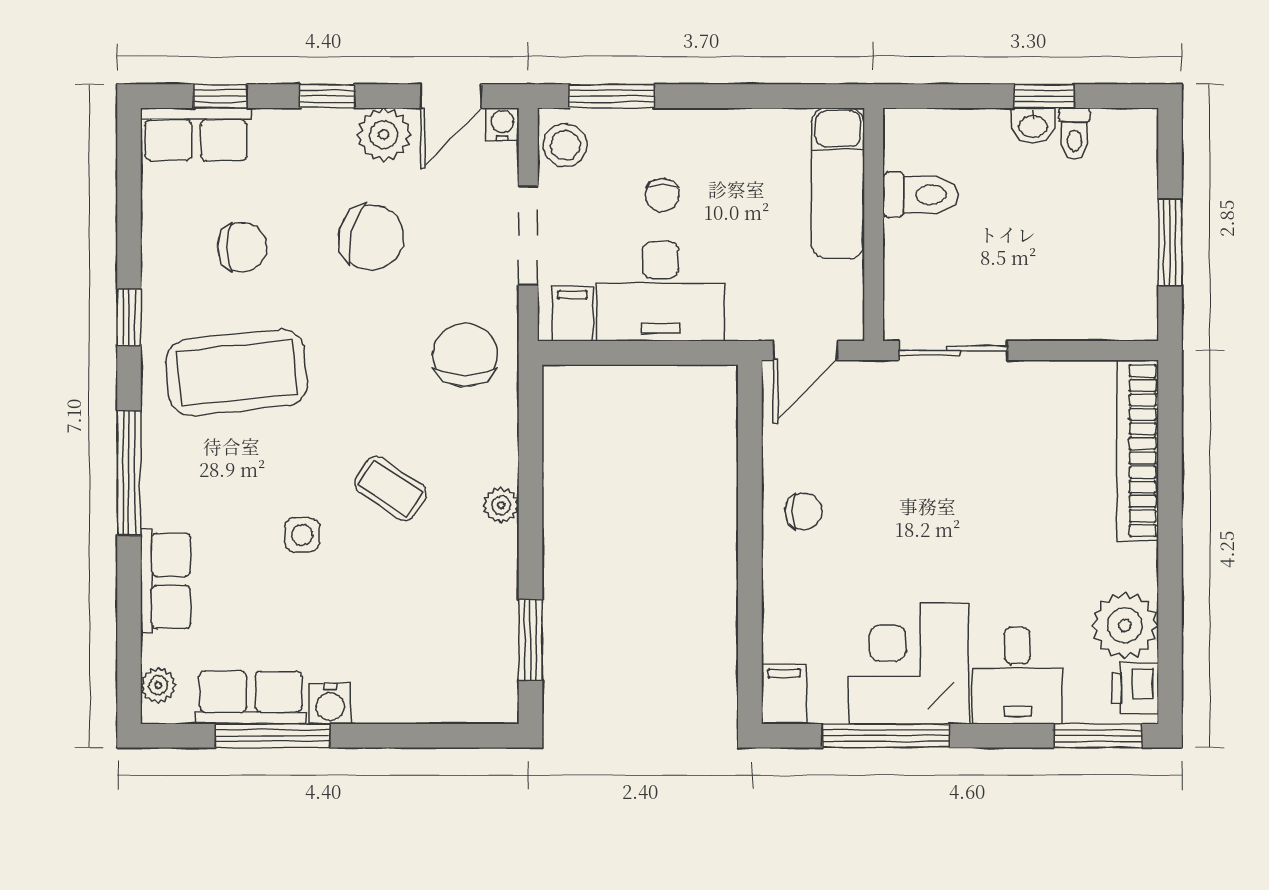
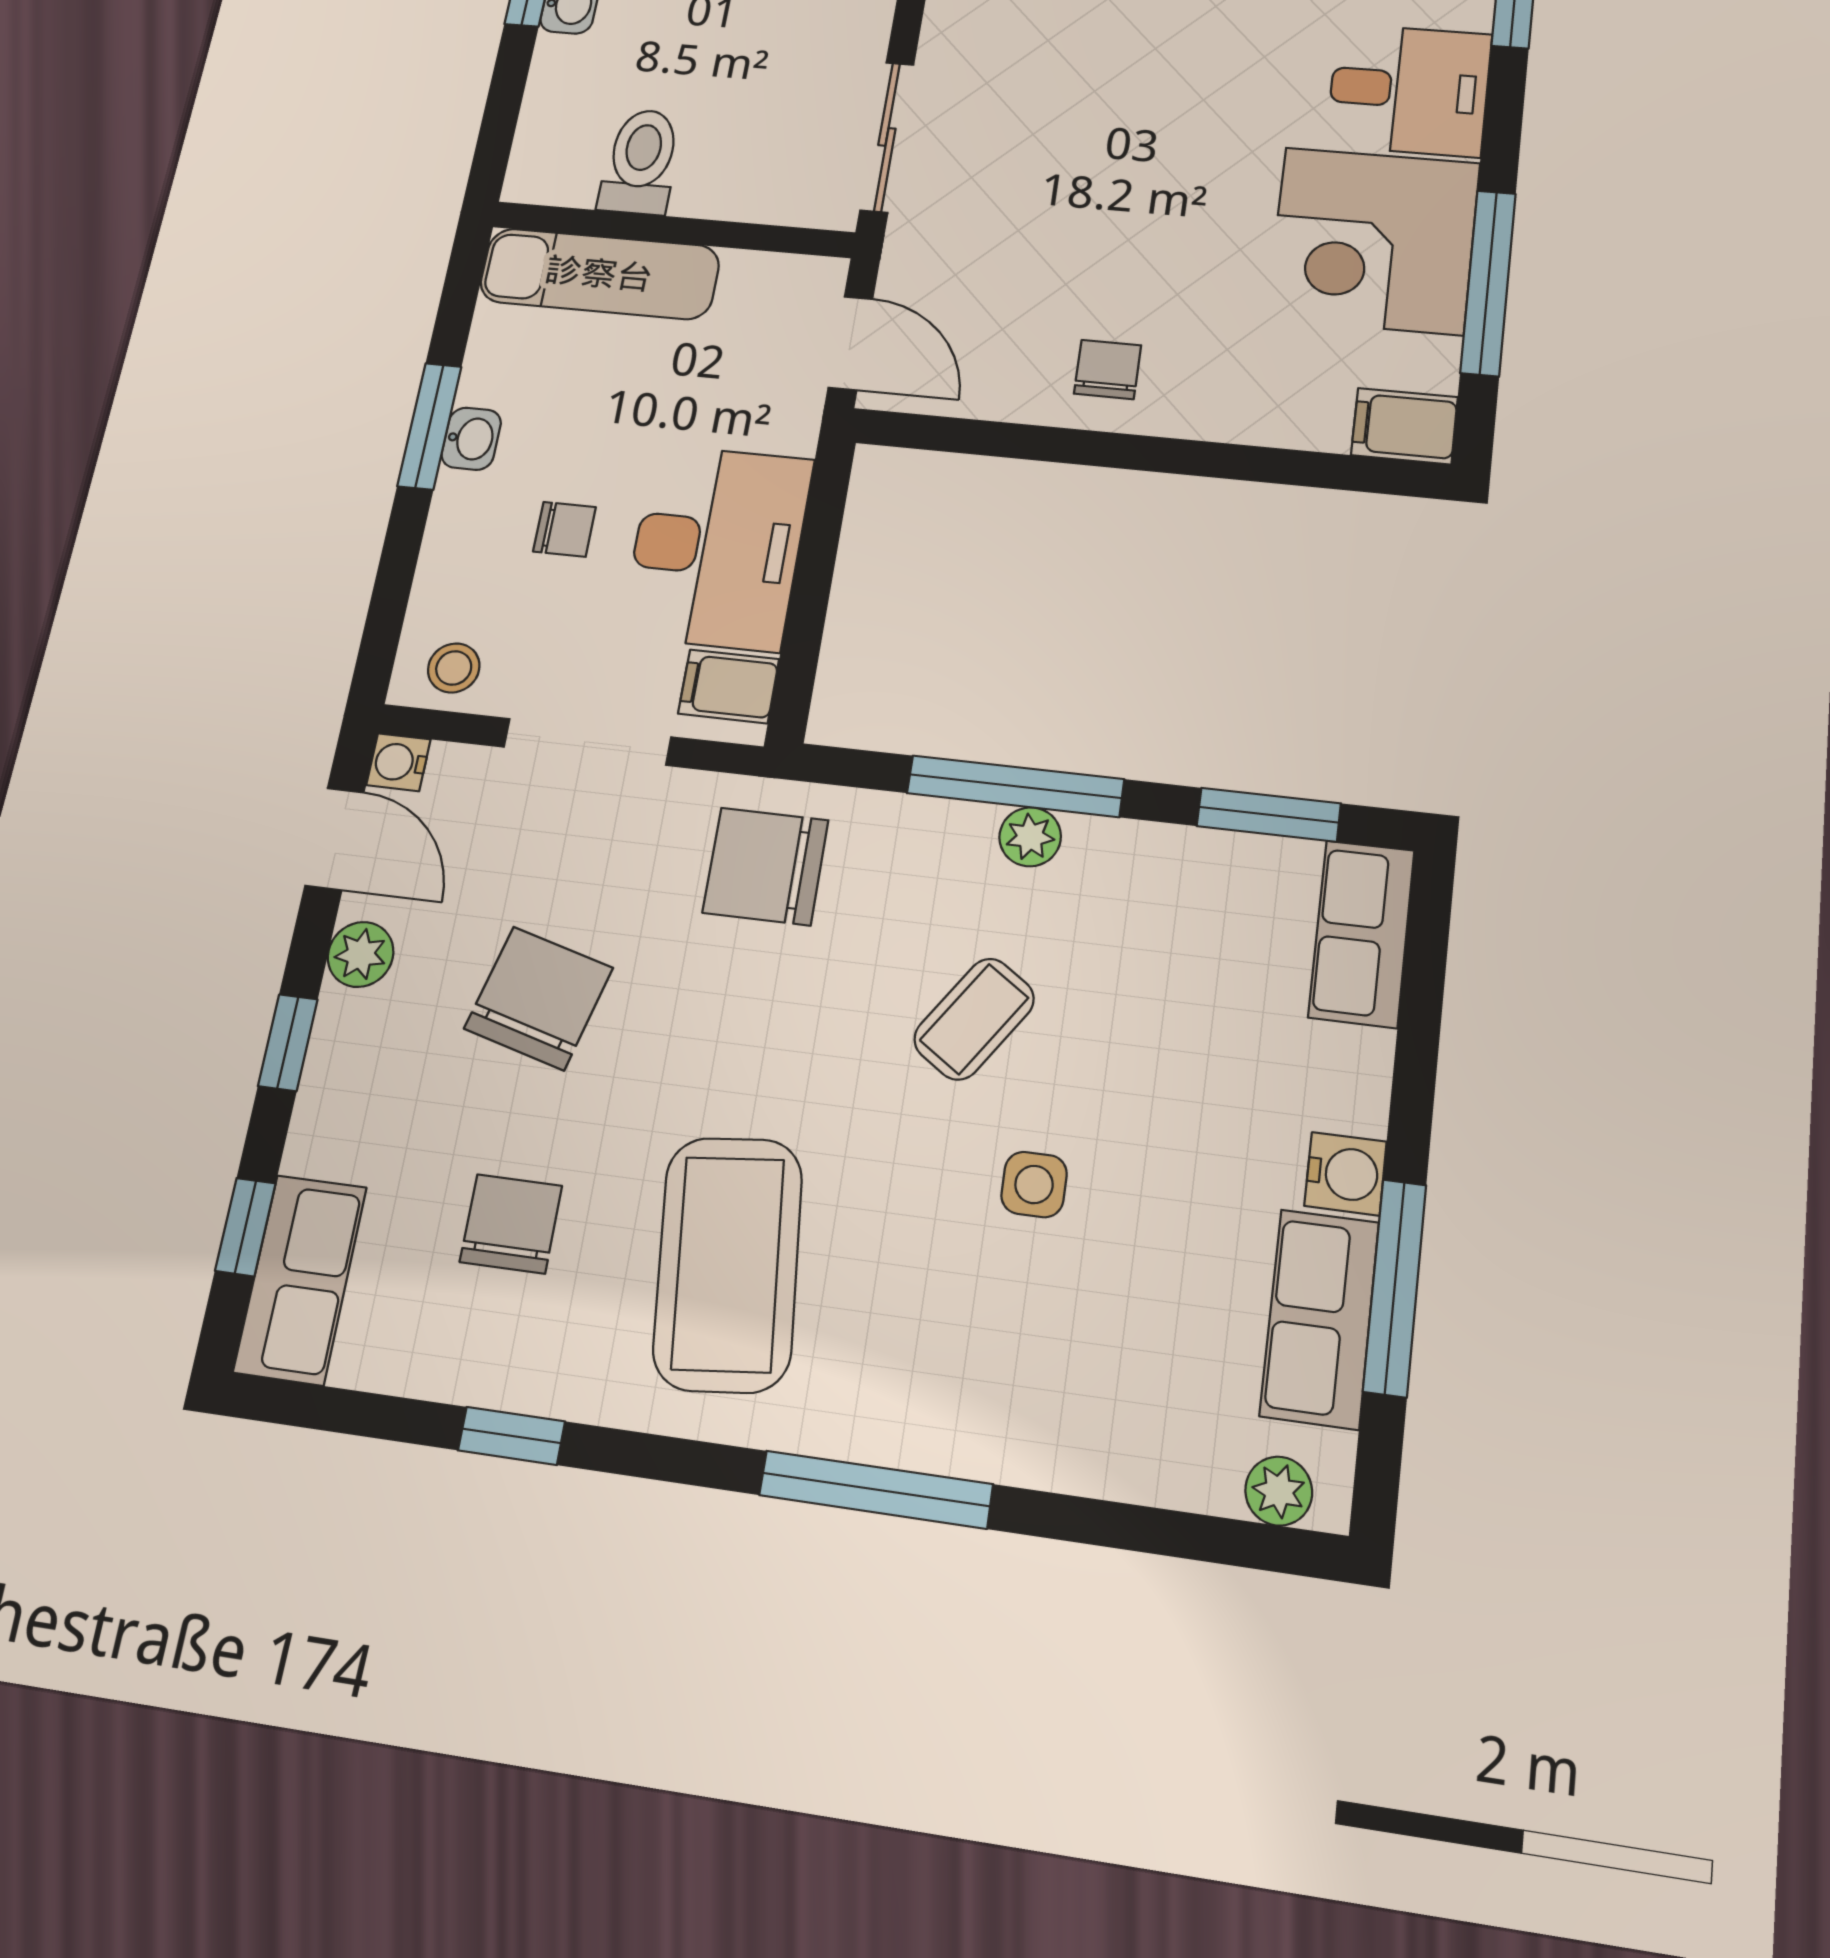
window: (612, 96) -> (429, 426), moved
washbasin: (716, 124) -> (471, 439), added
plant: (384, 135) -> (361, 954), width x0.73, depth x0.73
stool: (565, 145) -> (454, 668), width x0.73, depth x0.73
window: (129, 317) -> (511, 1436), moved
window: (531, 492) -> (1015, 786), added
row of seats: (166, 581) -> (1362, 933), moved, turned -90

